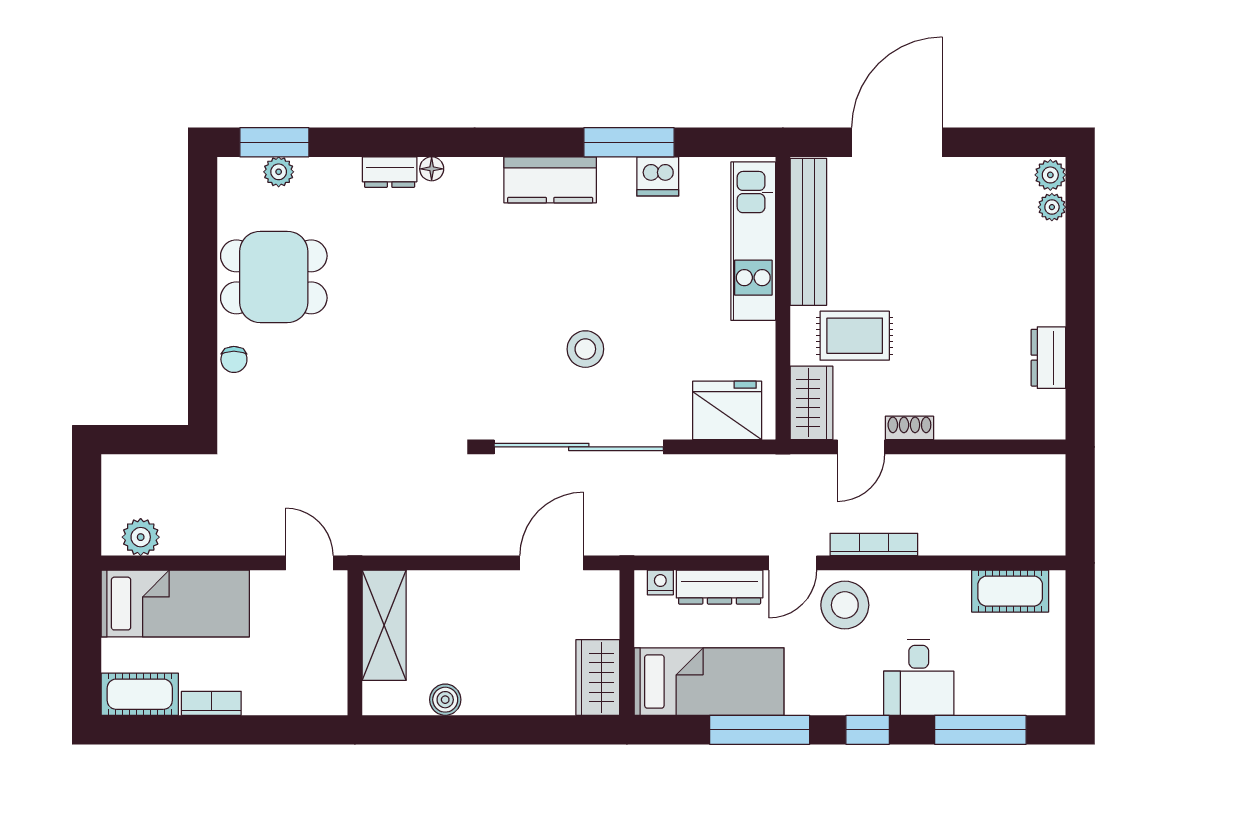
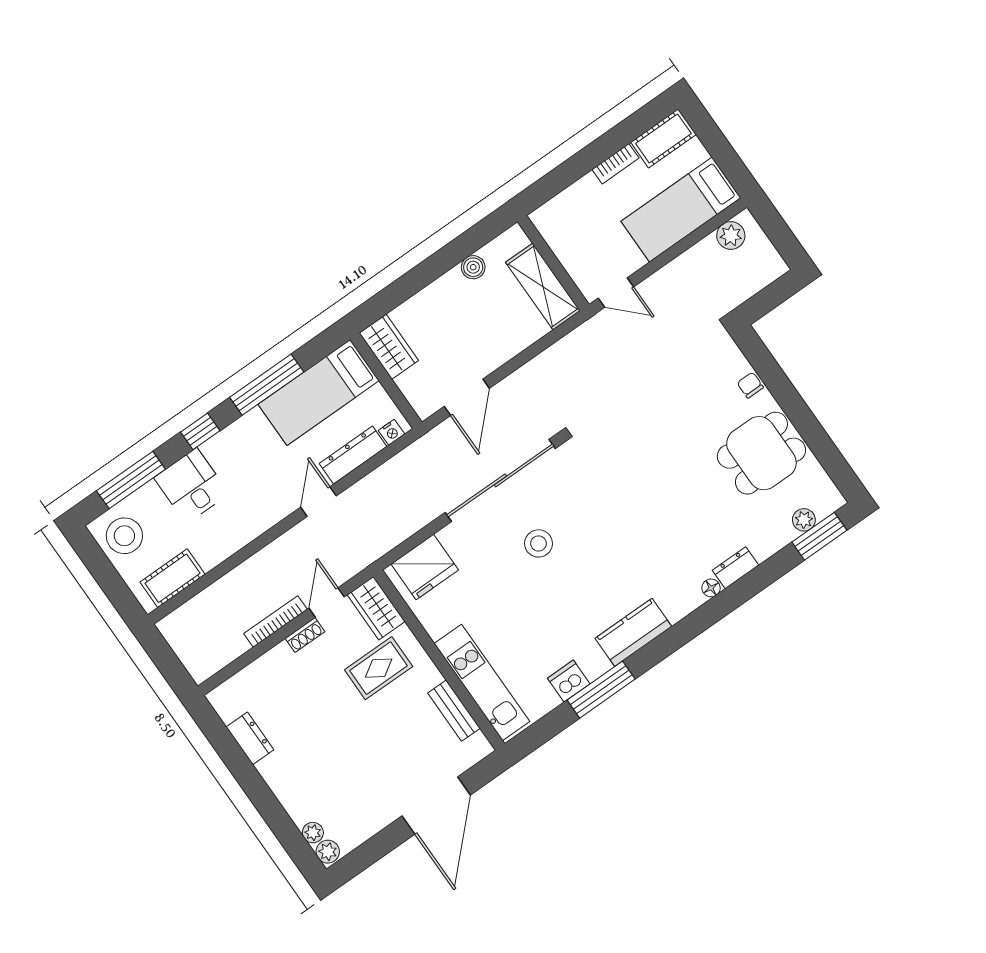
bench: (808, 232) -> (454, 711), width x0.54, depth x0.82
bookcase: (874, 544) -> (276, 621), moved, turned 180
stool: (845, 605) -> (124, 536), moved

